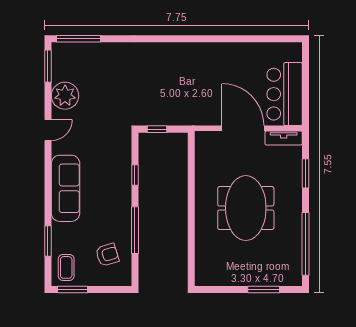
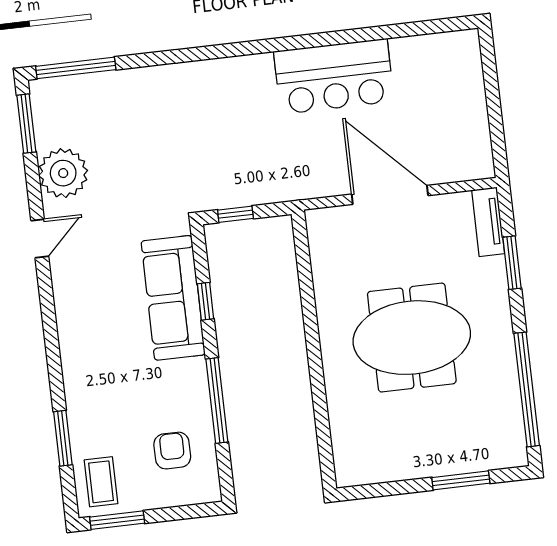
bar counter: (285, 94) -> (334, 76), moved, turned -90
tv unit: (284, 138) -> (488, 222), moved, turned 90
sofa: (66, 188) -> (173, 298), moved, turned 180
meeting table: (246, 208) -> (412, 338), turned 90
armchair: (107, 255) -> (172, 451), turned -73

